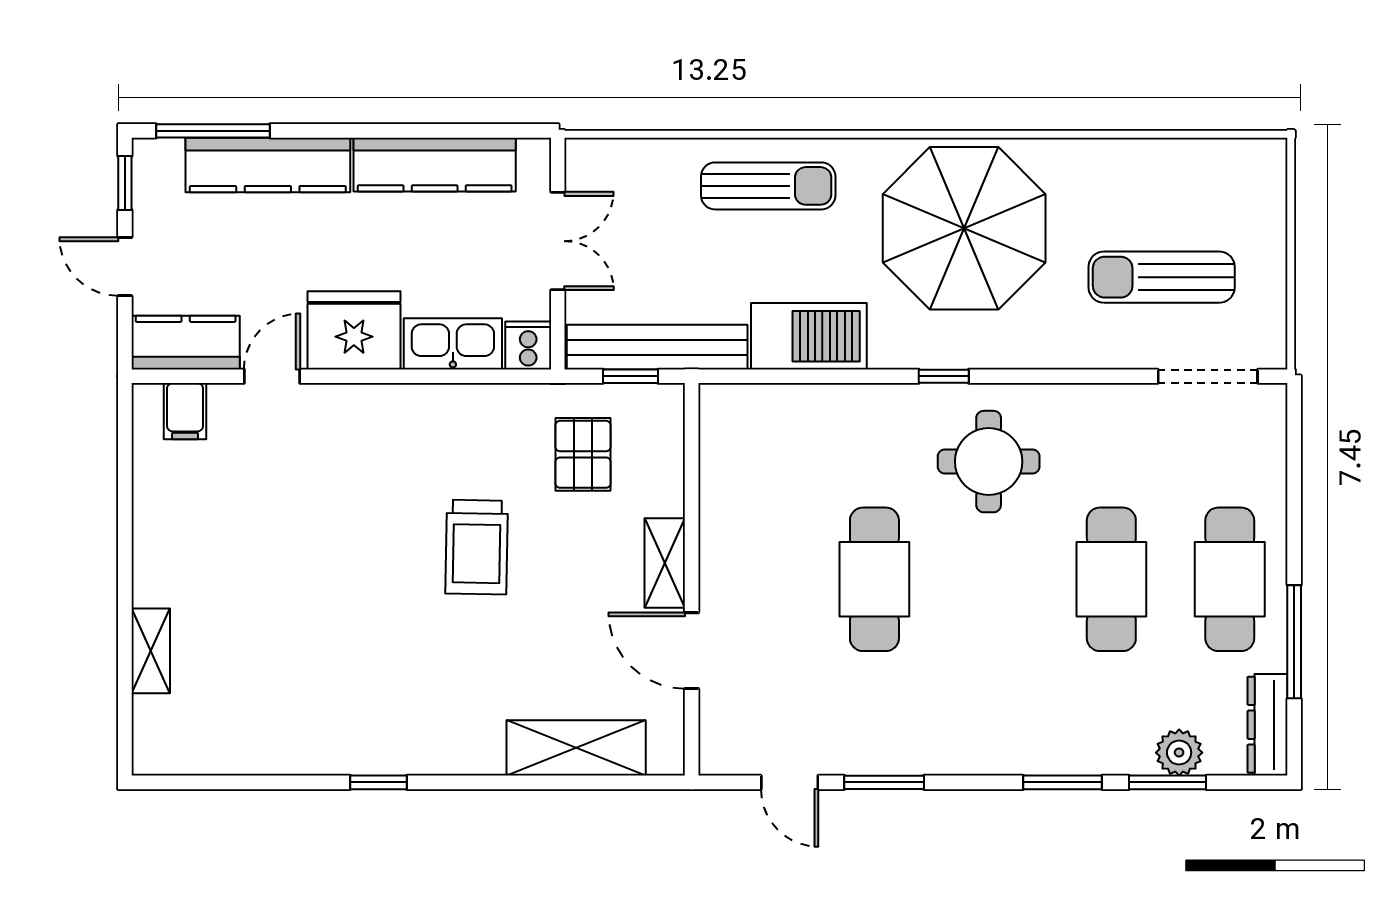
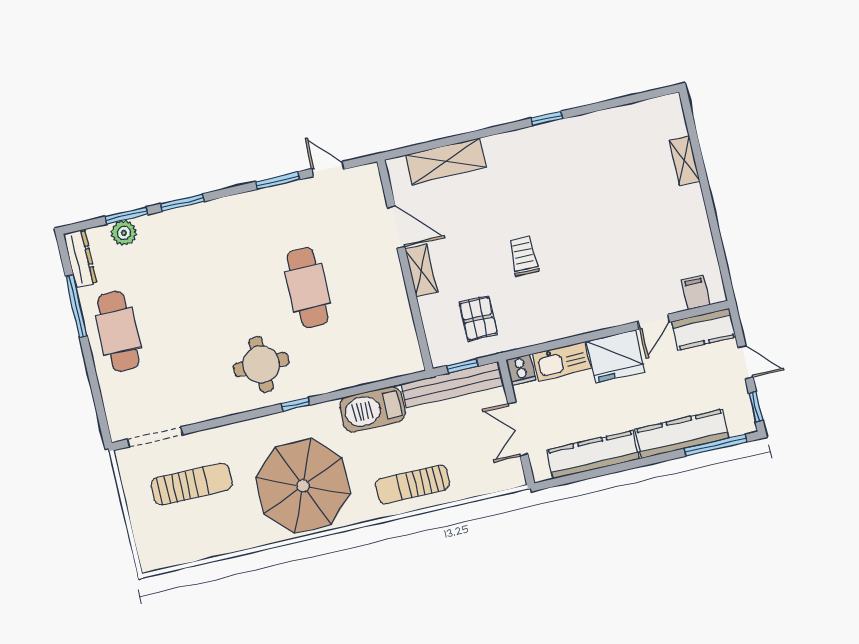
trolley: (477, 547) -> (524, 256), width x0.73, depth x0.72
cafe table: (1111, 579) -> (181, 317), removed

